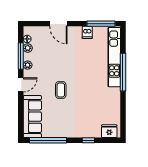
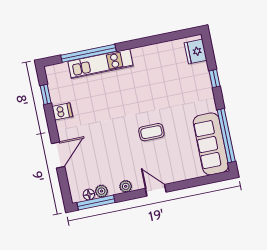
window: (101, 24) -> (46, 94), width x0.46
window: (21, 56) -> (96, 202), moved
kitchen unit: (114, 57) -> (100, 64), width x0.73
window: (123, 72) -> (88, 53), moved
sofa: (32, 117) -> (211, 144), moved, turned -90

